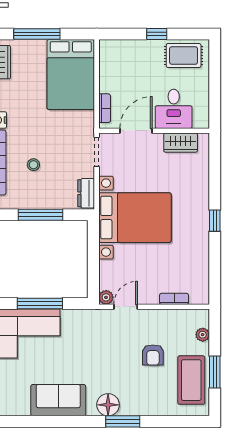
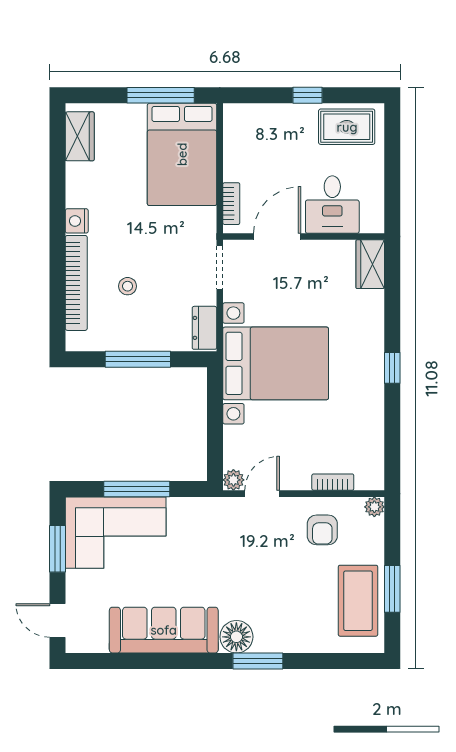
window: (37, 34) -> (161, 95), moved
wardrobe: (181, 143) -> (370, 264), moved, turned 90
plant: (203, 335) -> (374, 507), moved
armchair: (153, 355) -> (322, 530), moved
sofa: (58, 400) -> (164, 630), width x1.36

